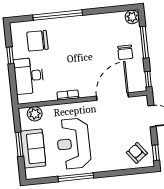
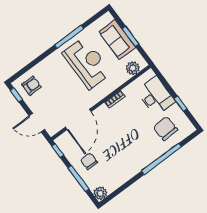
chair: (37, 41) -> (165, 129), turned -93
armchair: (137, 153) -> (31, 86), turned -53

